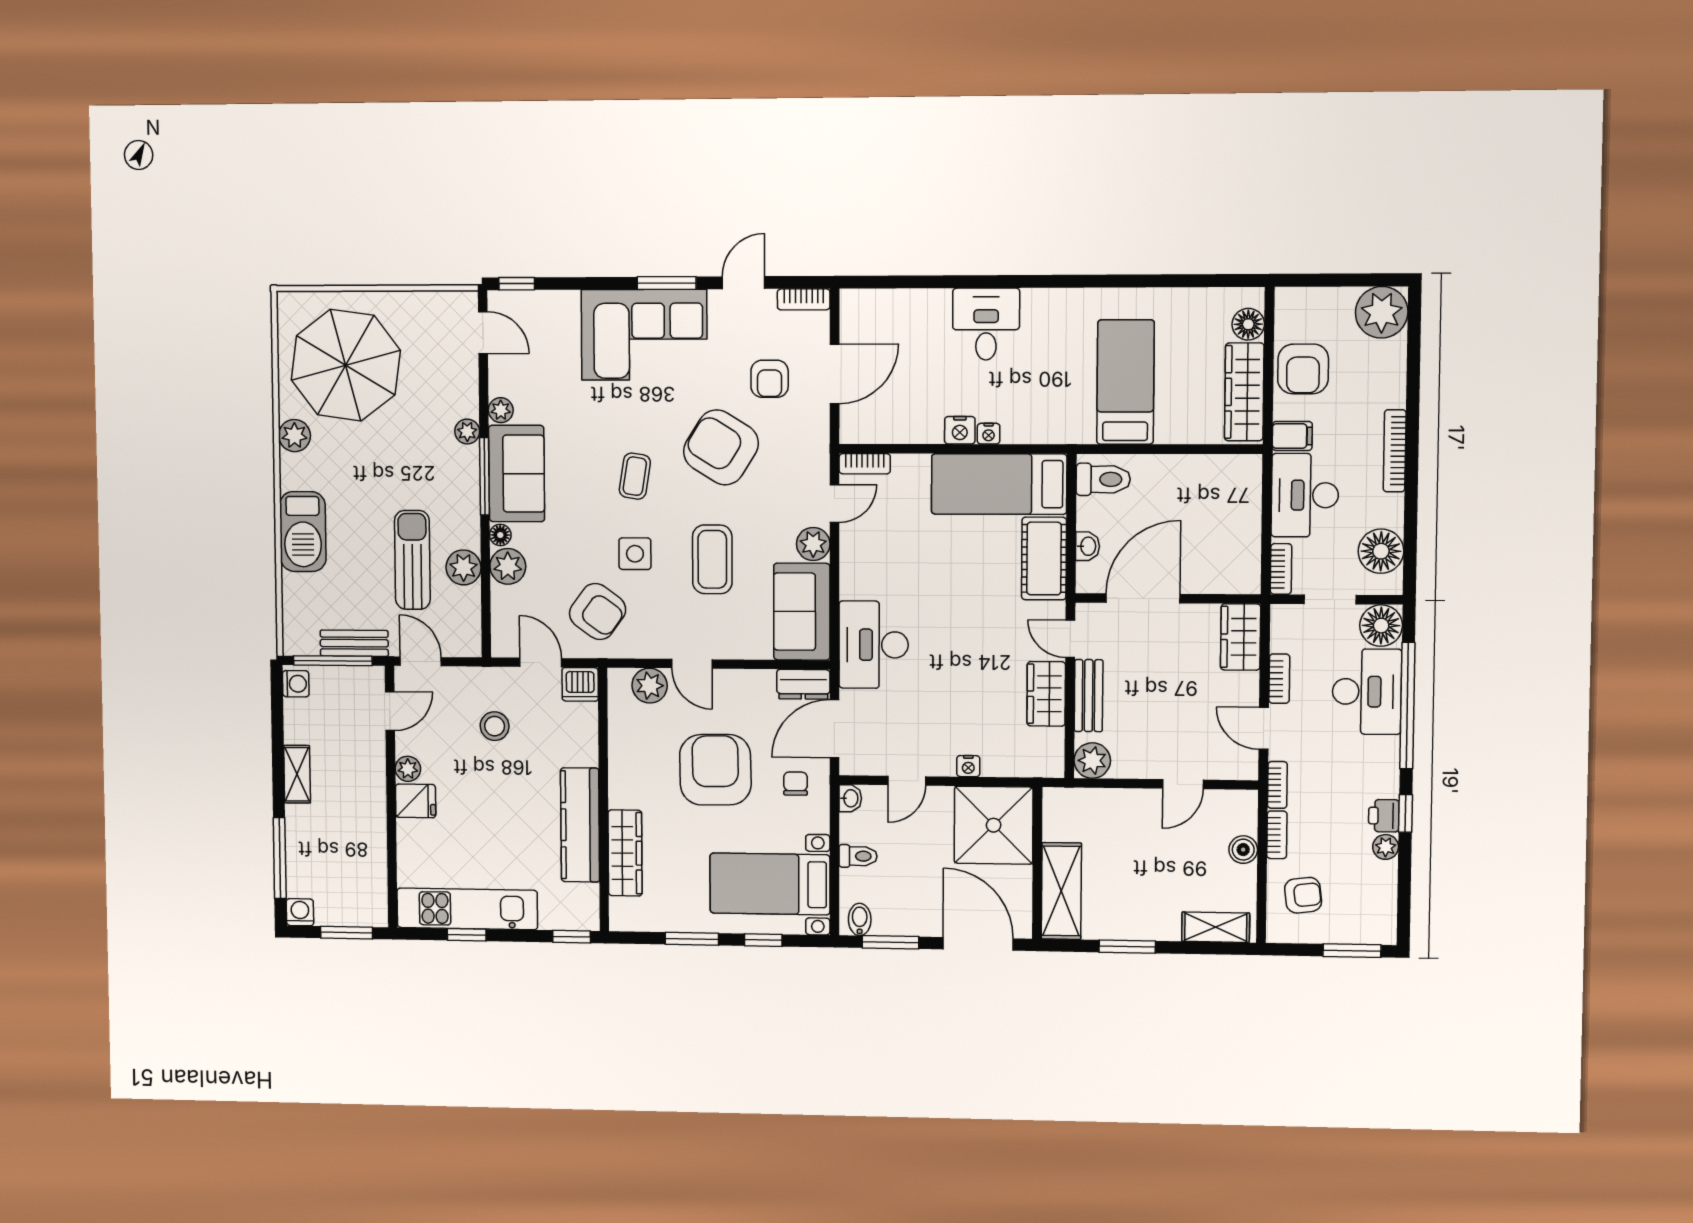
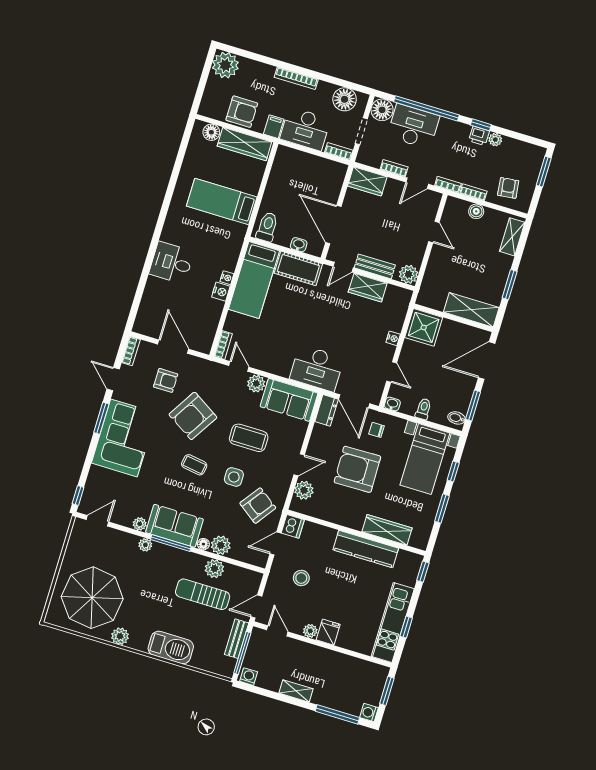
shower: (994, 825) -> (424, 327), width x0.73, depth x0.73

